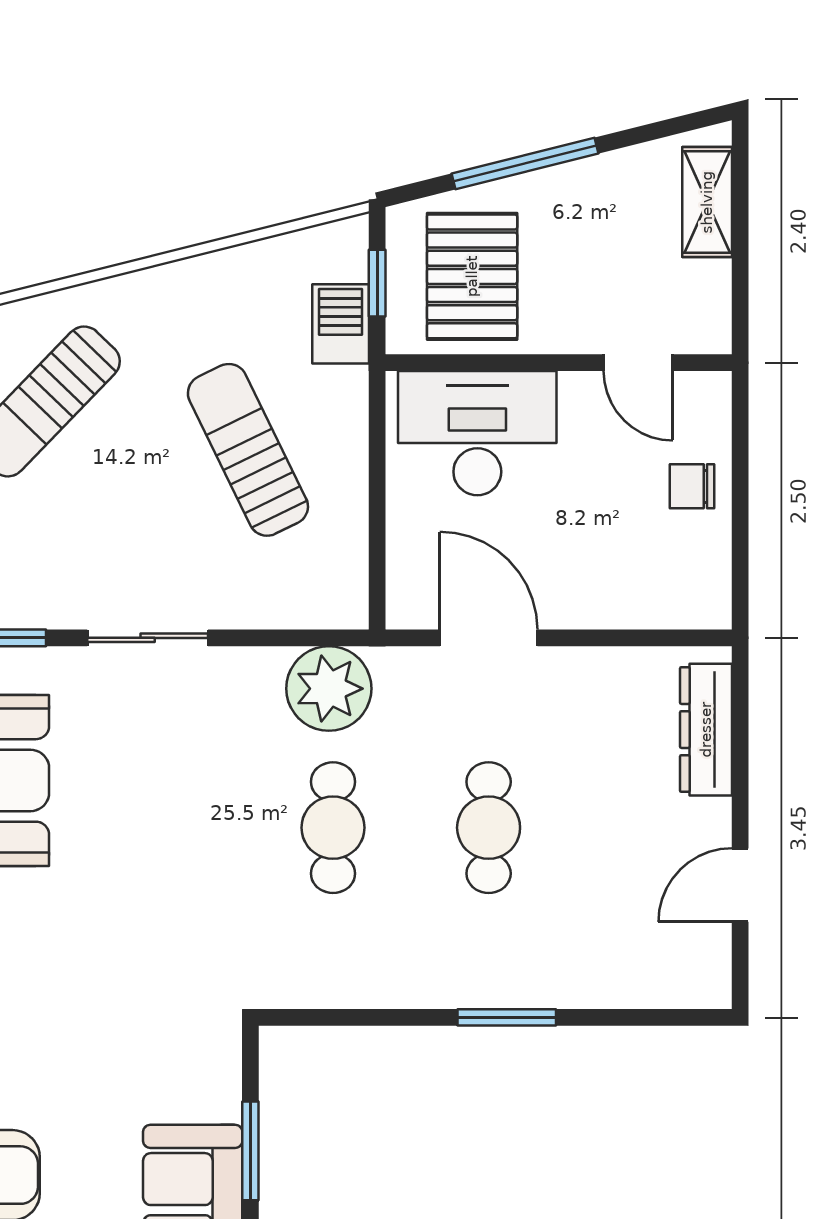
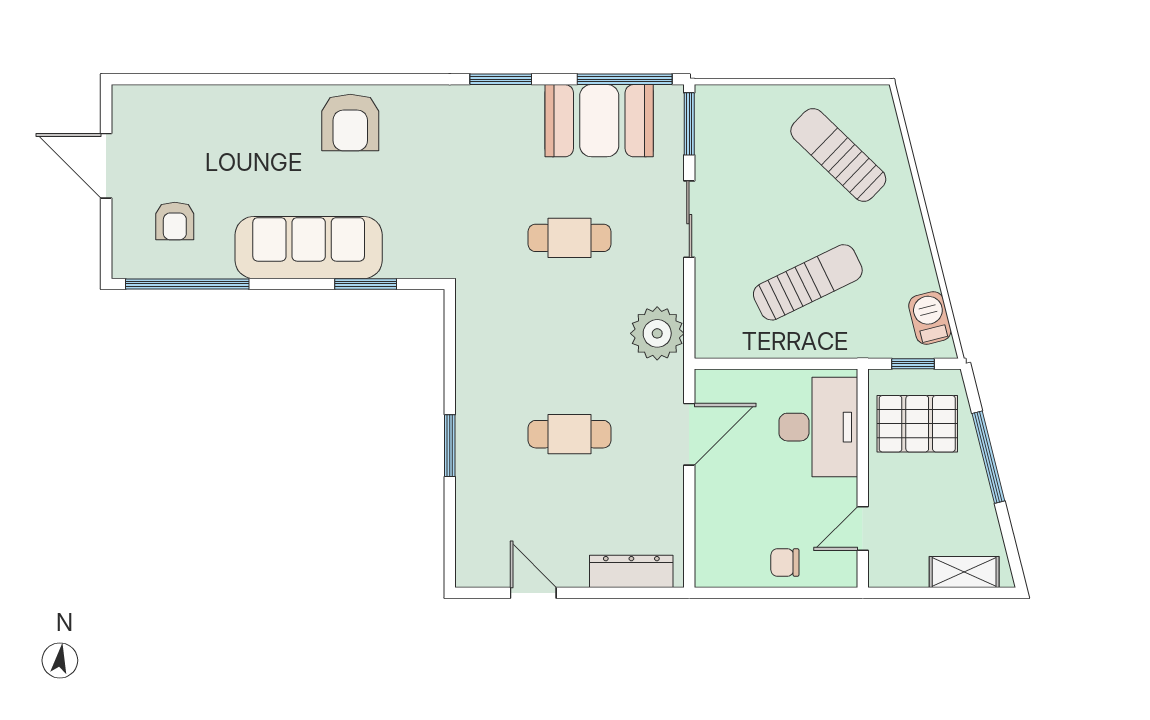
barbecue: (341, 324) -> (930, 318), moved, turned -104
chair: (692, 486) -> (785, 563), turned -90
cafe table: (333, 828) -> (569, 238), moved

